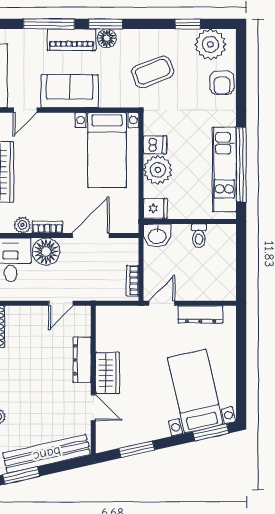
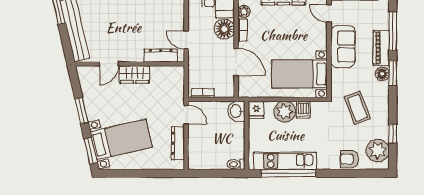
toilet: (199, 236) -> (236, 164), moved
dresser: (82, 360) -> (161, 56), moved
window: (137, 449) -> (81, 111), moved

